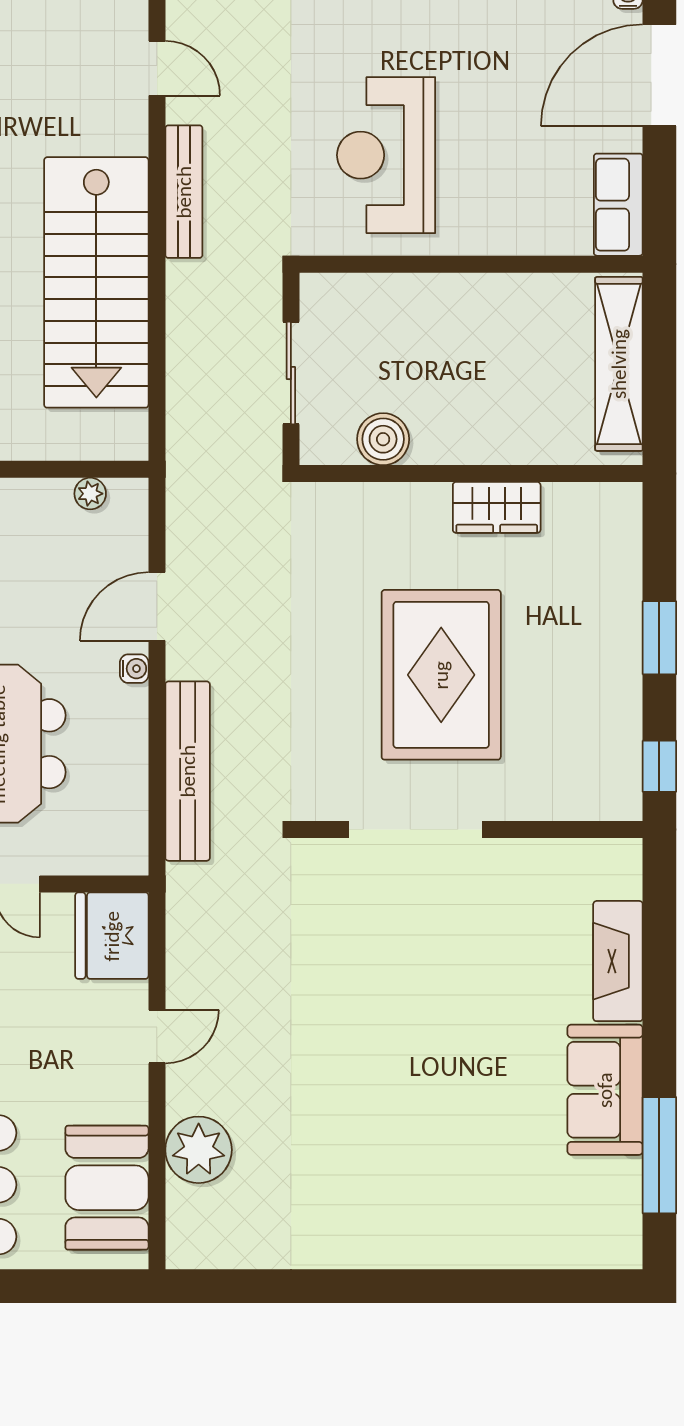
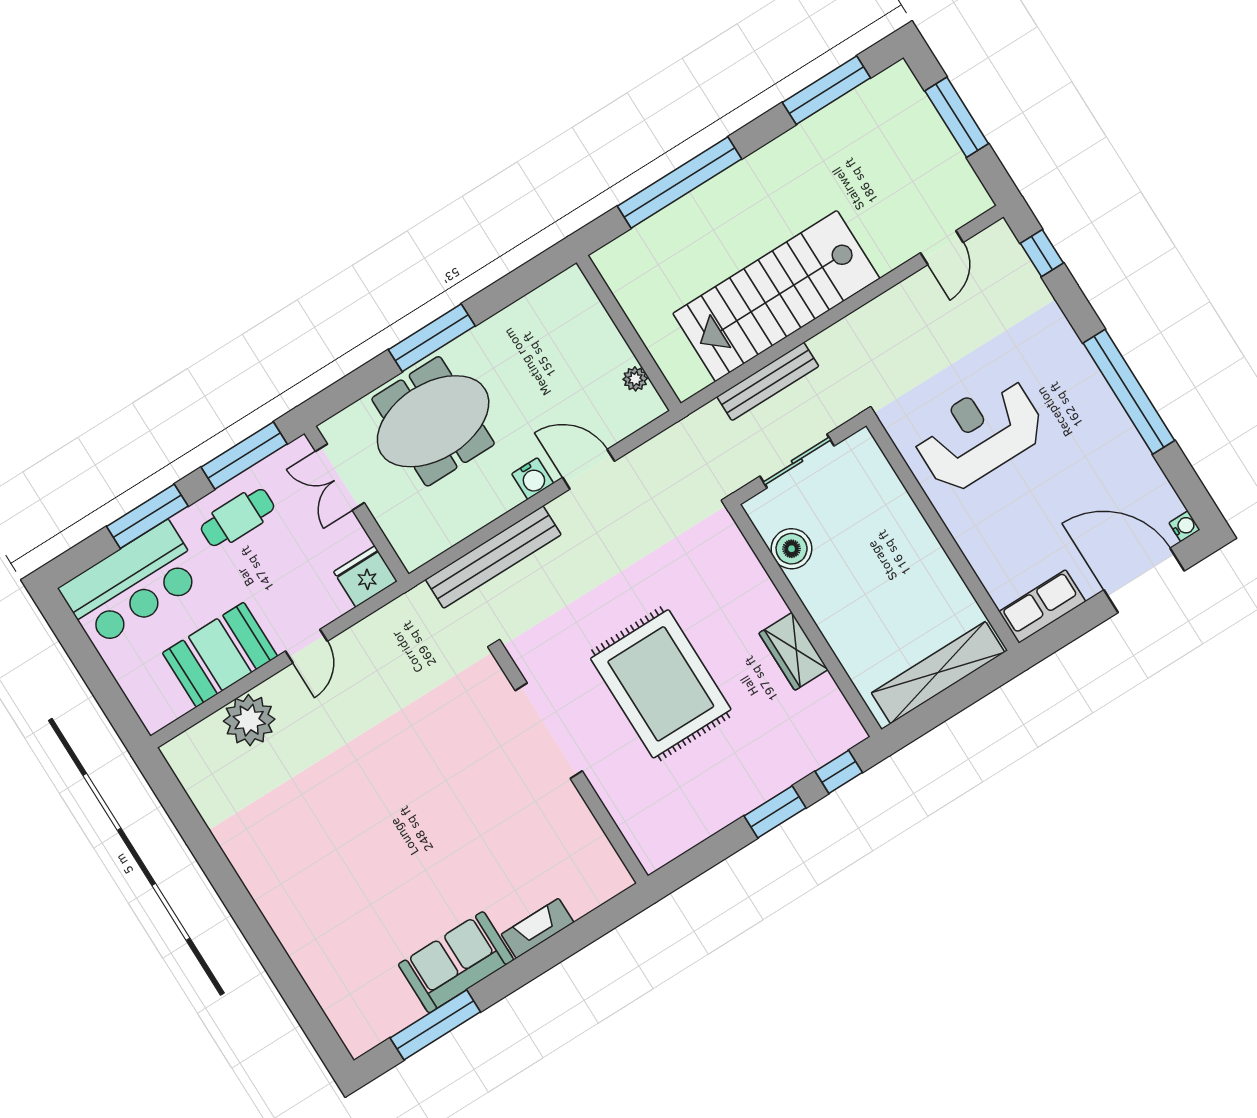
bench: (184, 192) -> (768, 381), moved
water cooler: (134, 669) -> (533, 479), width x1.38, depth x1.38
rug: (441, 675) -> (661, 684), turned 90
window: (659, 766) -> (839, 772), moved
fridge: (112, 936) -> (365, 576), width x0.73, depth x0.75
fireplace: (618, 961) -> (538, 928), width x0.73, depth x0.76
door: (157, 1037) -> (306, 646), hinge flipped
booth: (107, 1188) -> (220, 655), moved

